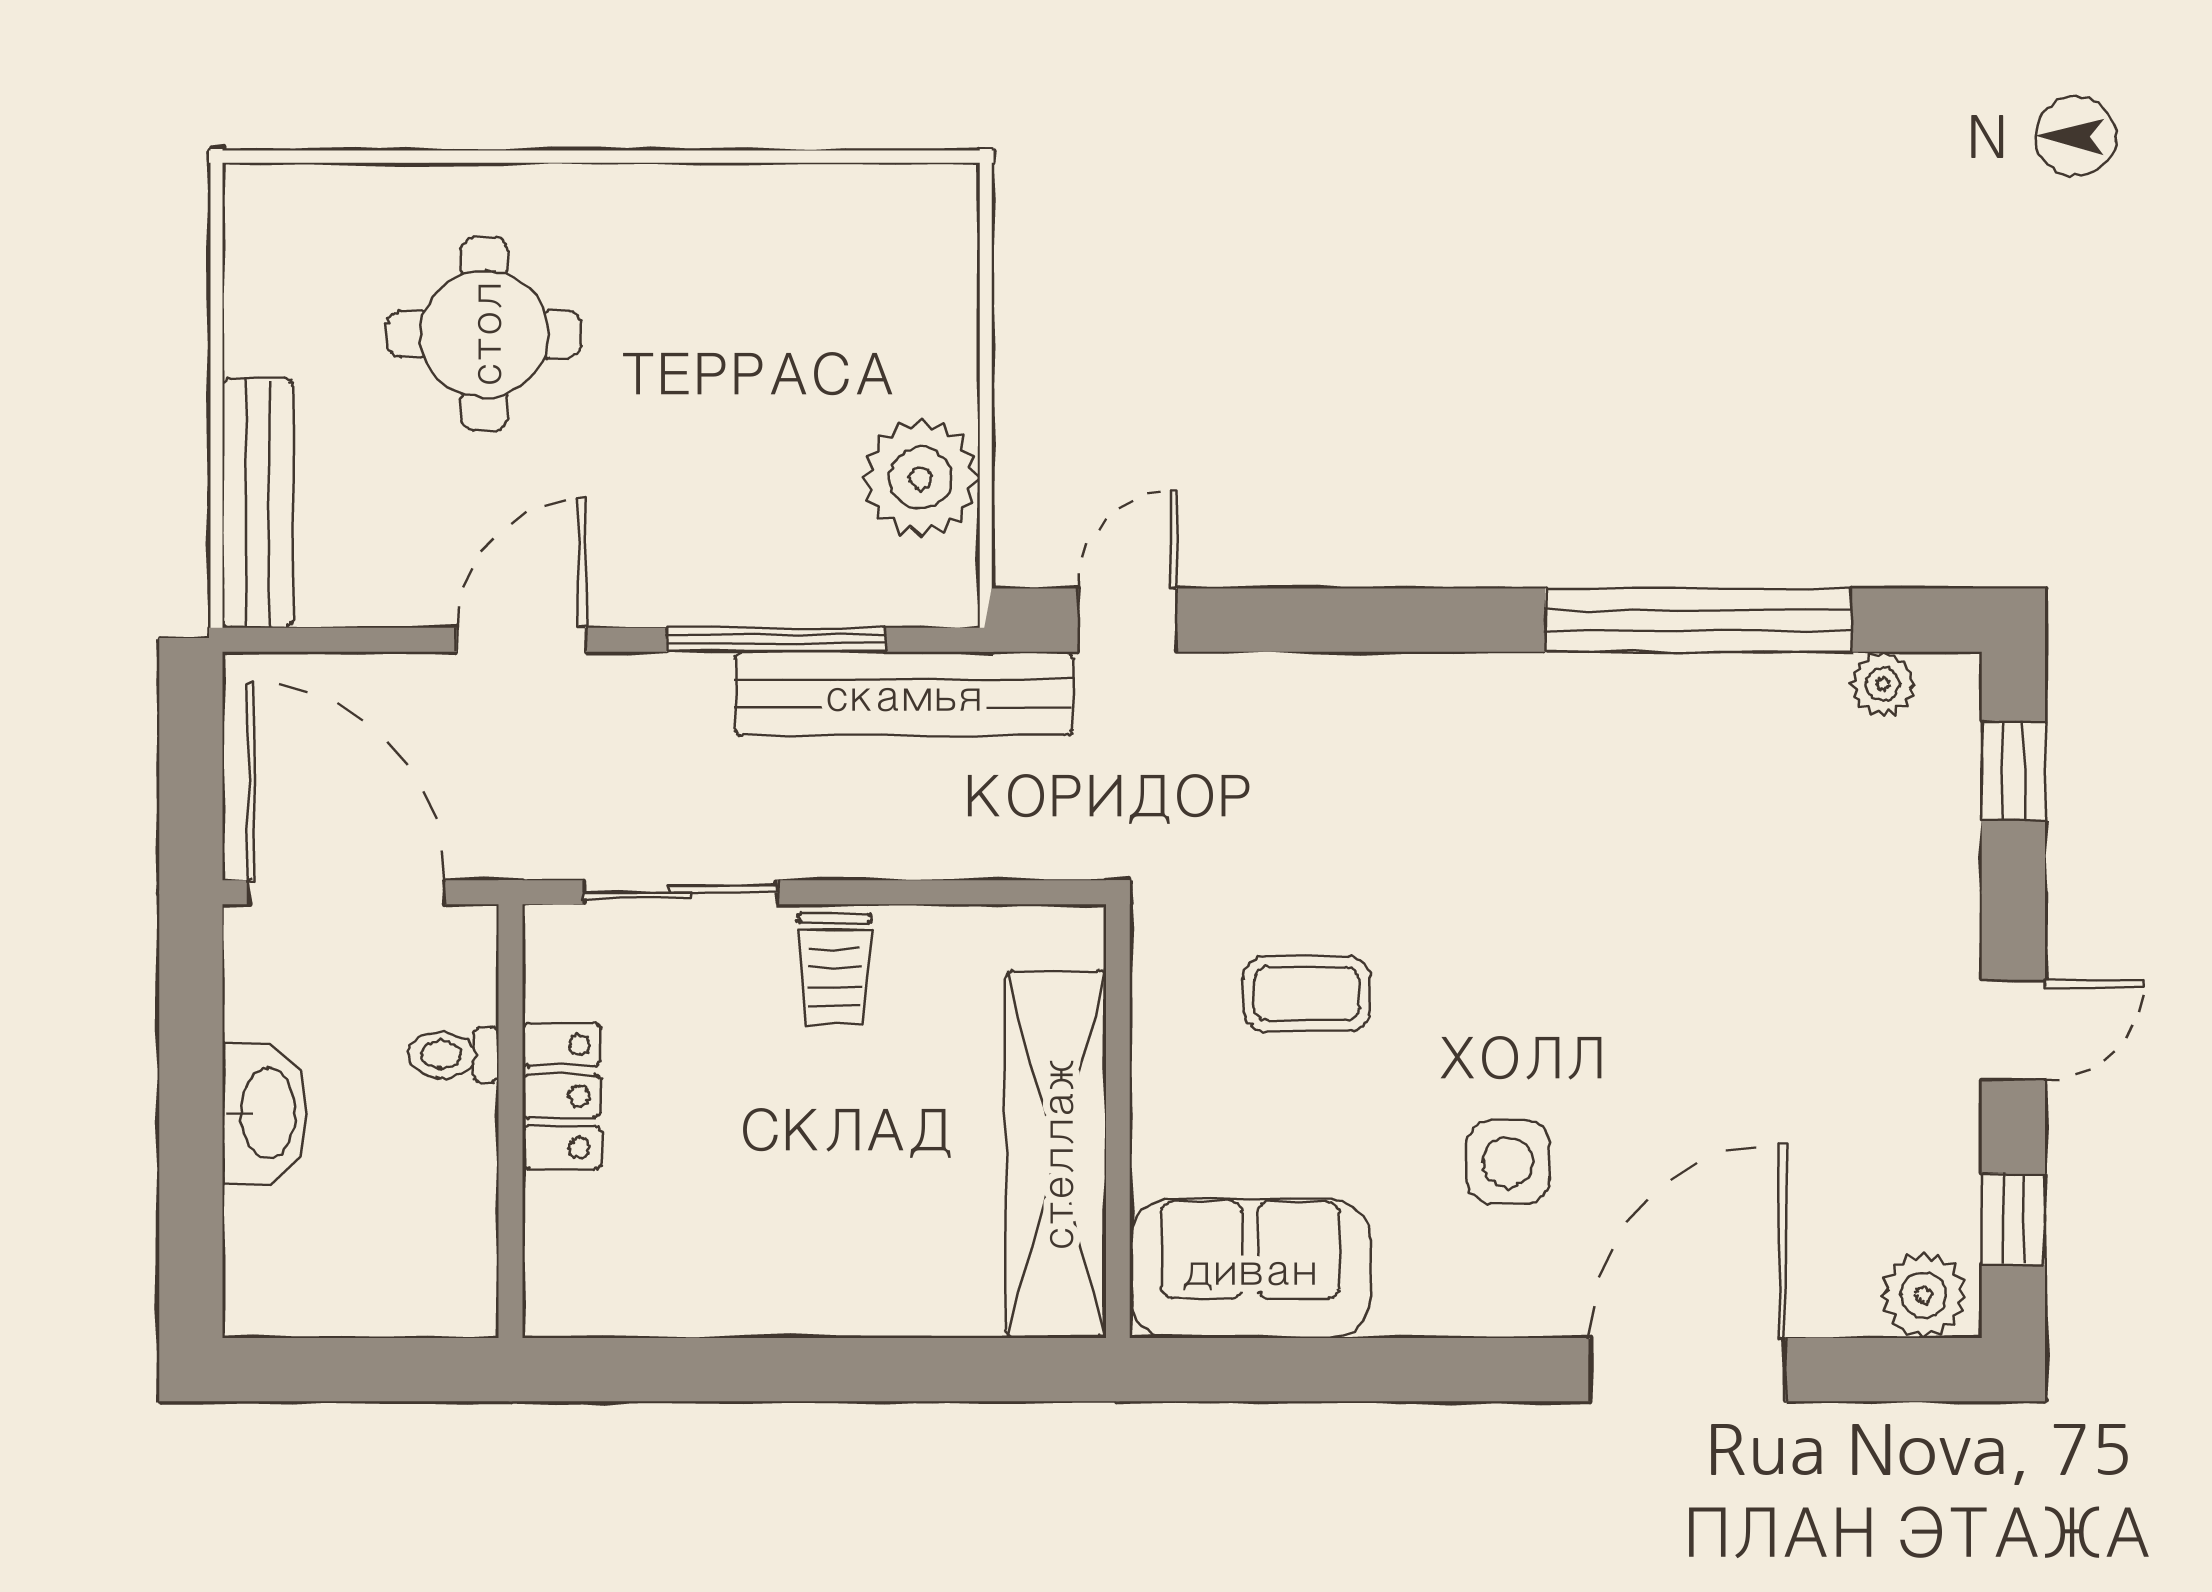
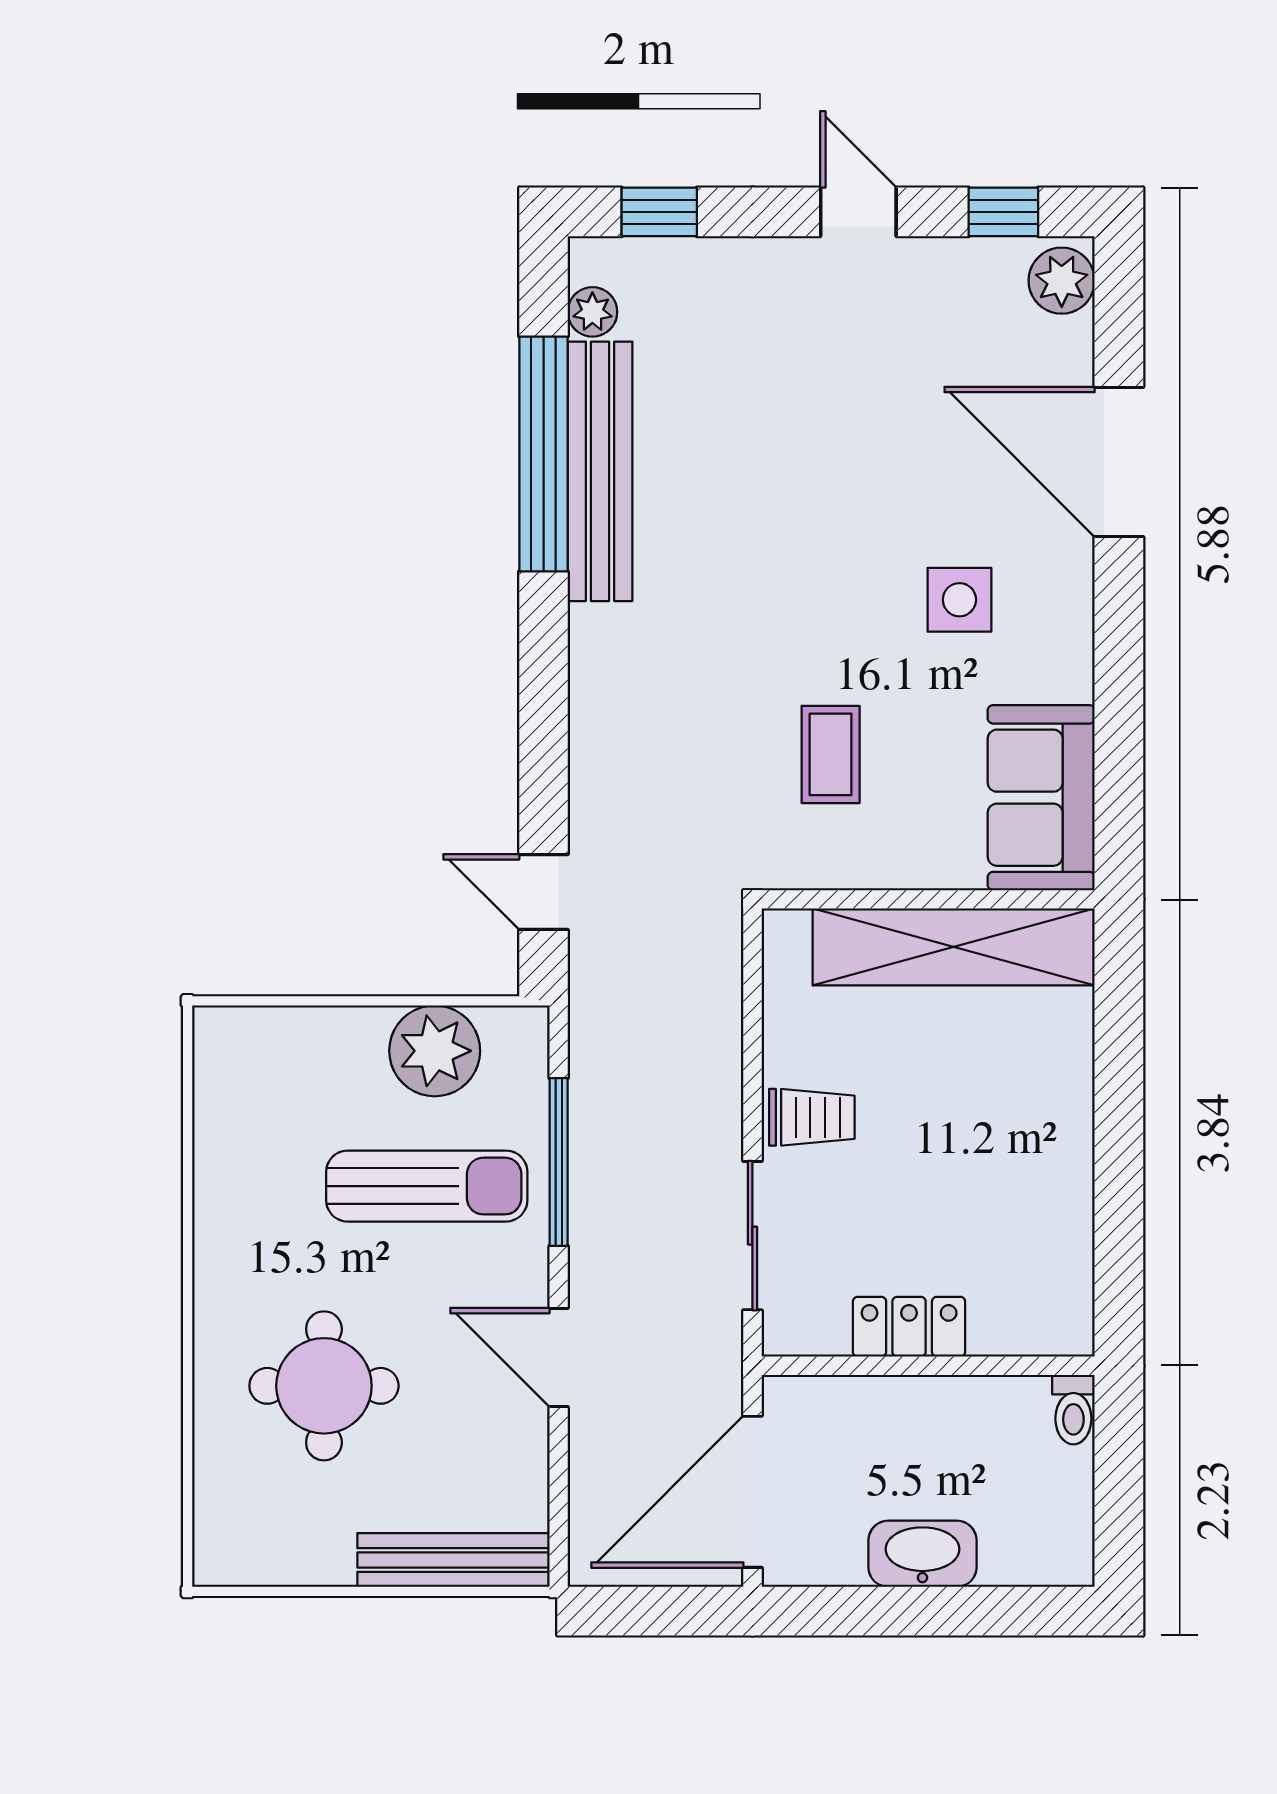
sun lounger: (744, 468) -> (427, 1186), added
bench: (904, 694) -> (600, 471), moved
toilet: (453, 1055) -> (1073, 1410), moved

